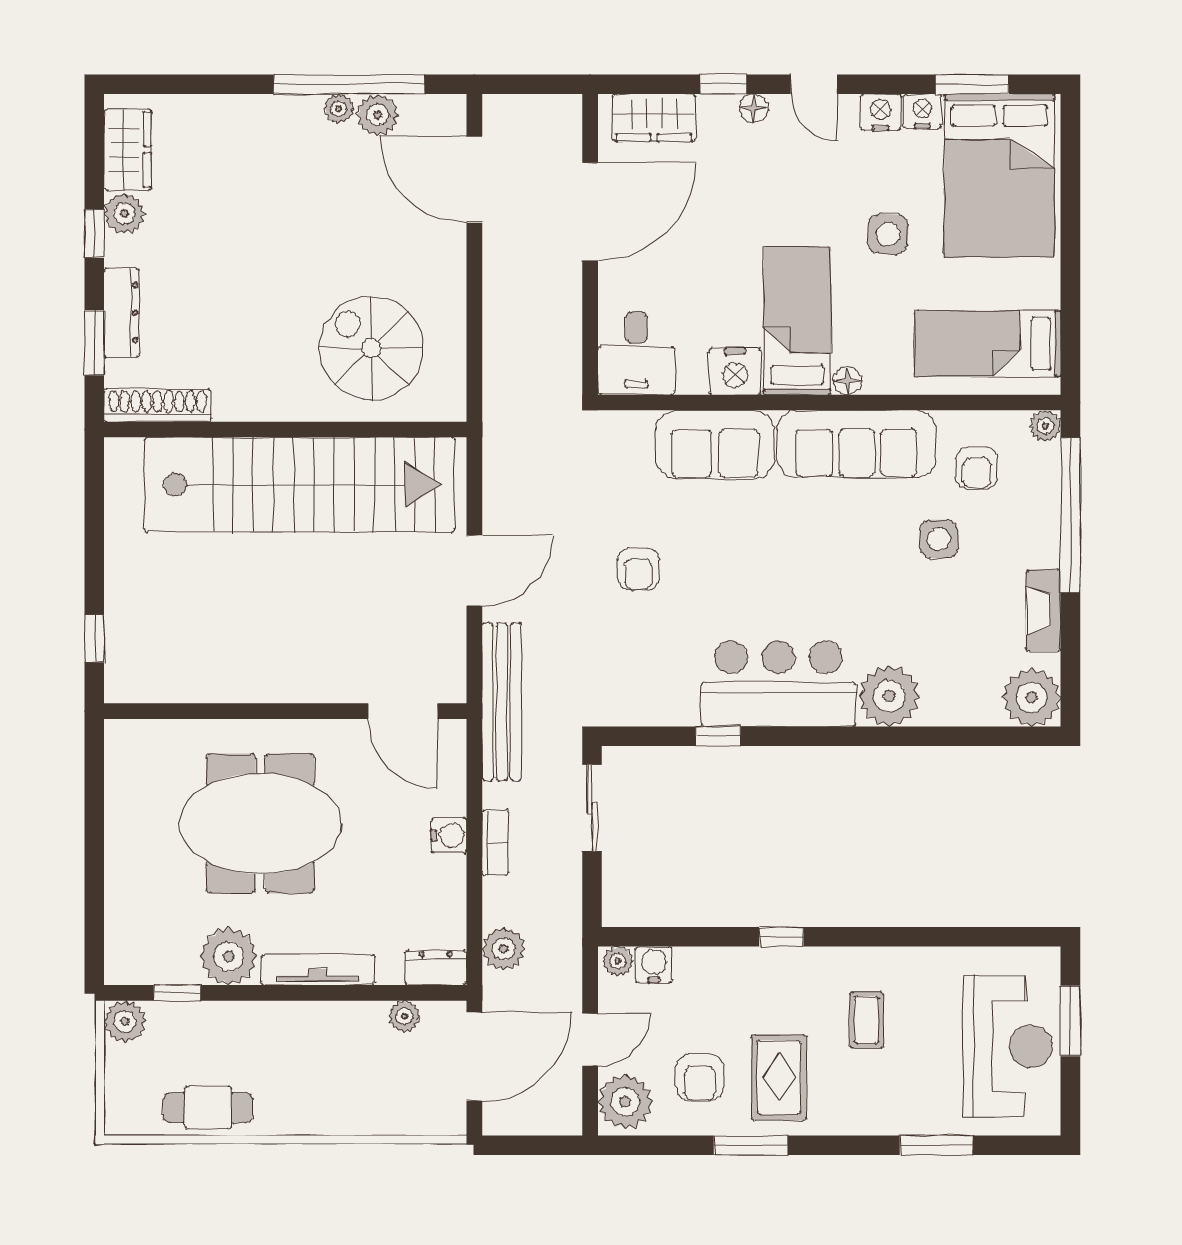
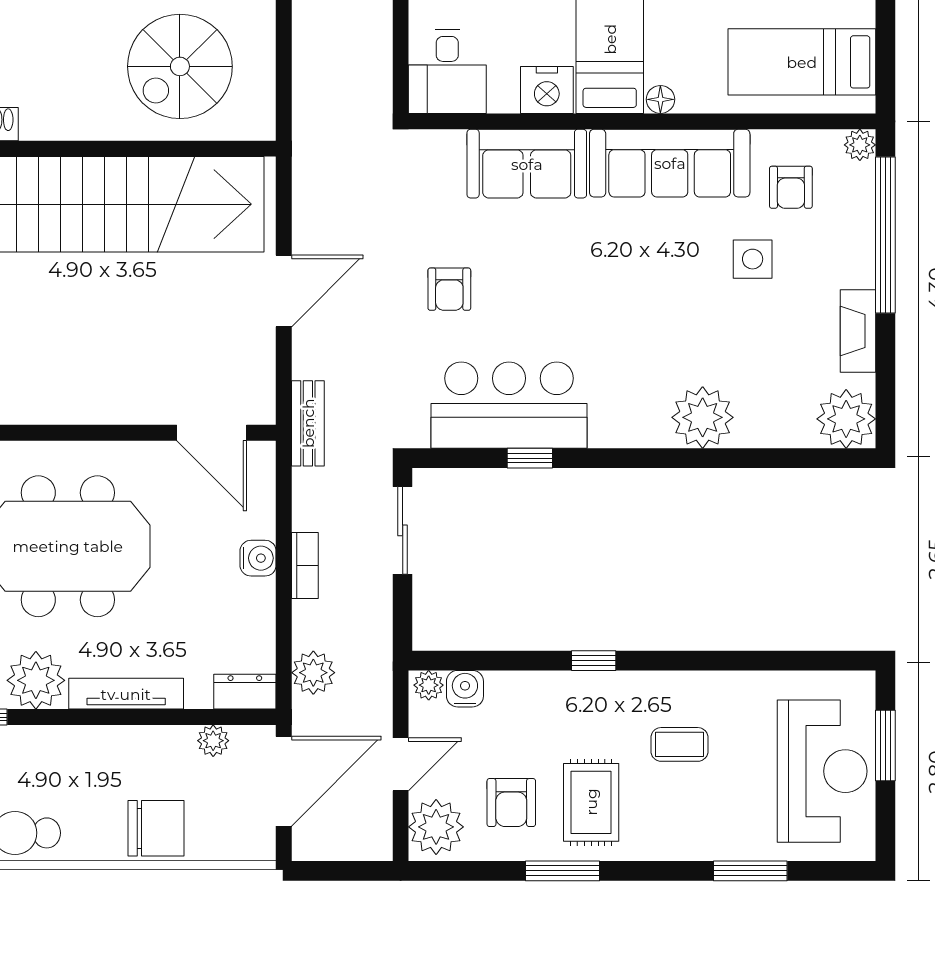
spiral stairs: (371, 348) -> (180, 66), turned -90
bar counter: (778, 684) -> (509, 405), moved
bench: (502, 702) -> (308, 423), width x0.54, depth x0.82
coffee table: (866, 1020) -> (679, 744), turned 90
chair: (348, 1103) -> (156, 828), added

